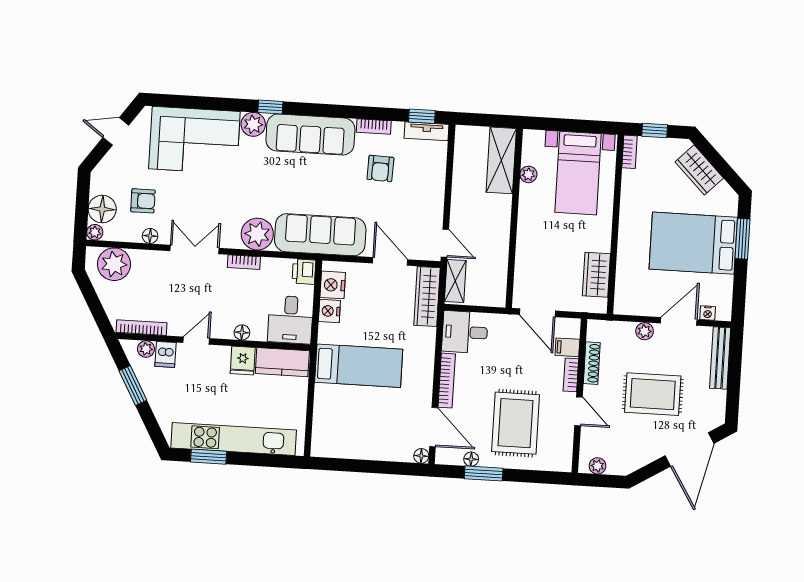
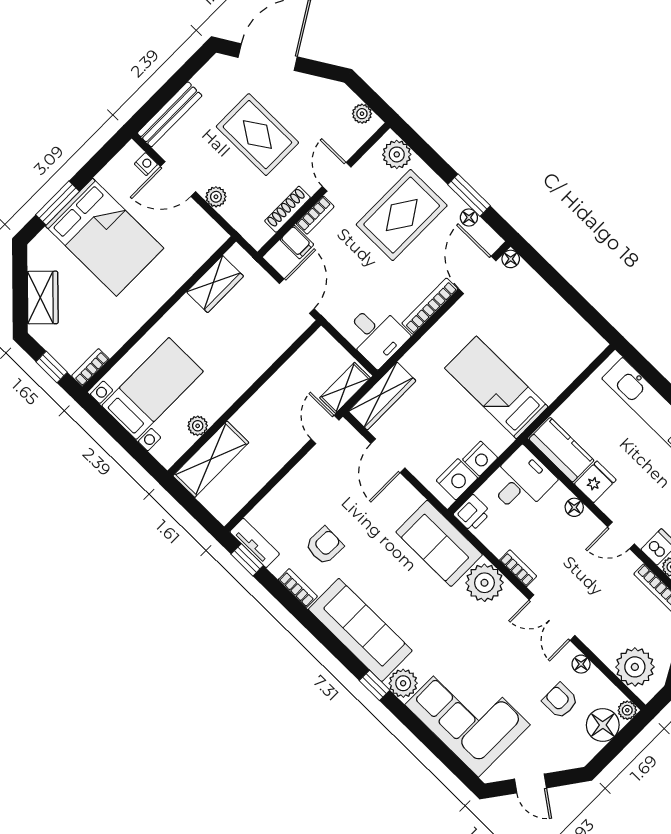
sofa: (320, 235) -> (439, 543), width x0.73
plant: (552, 459) -> (397, 154), added

